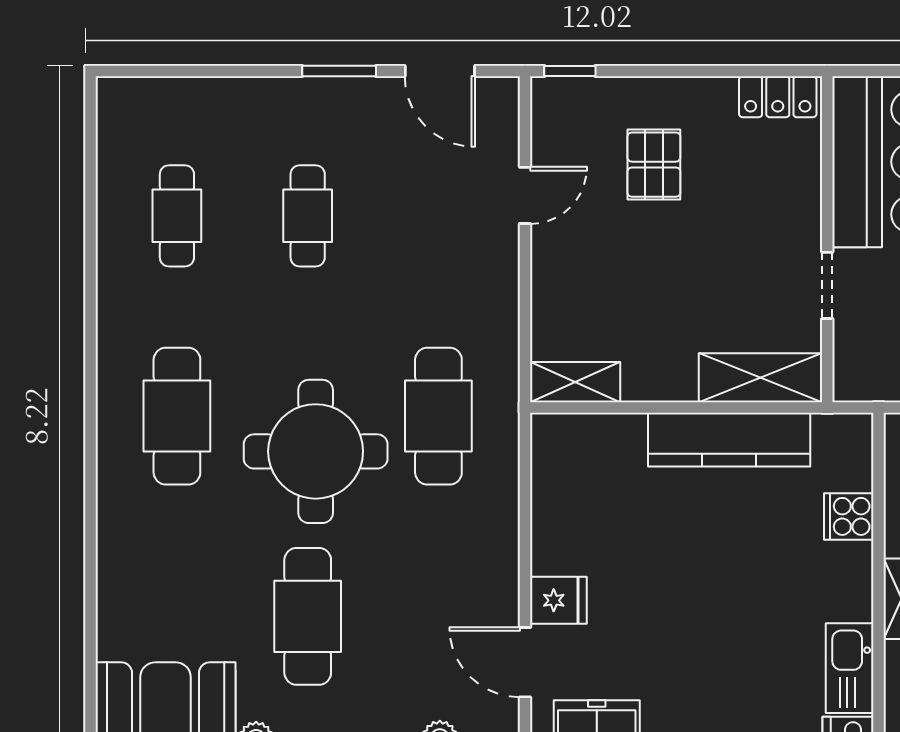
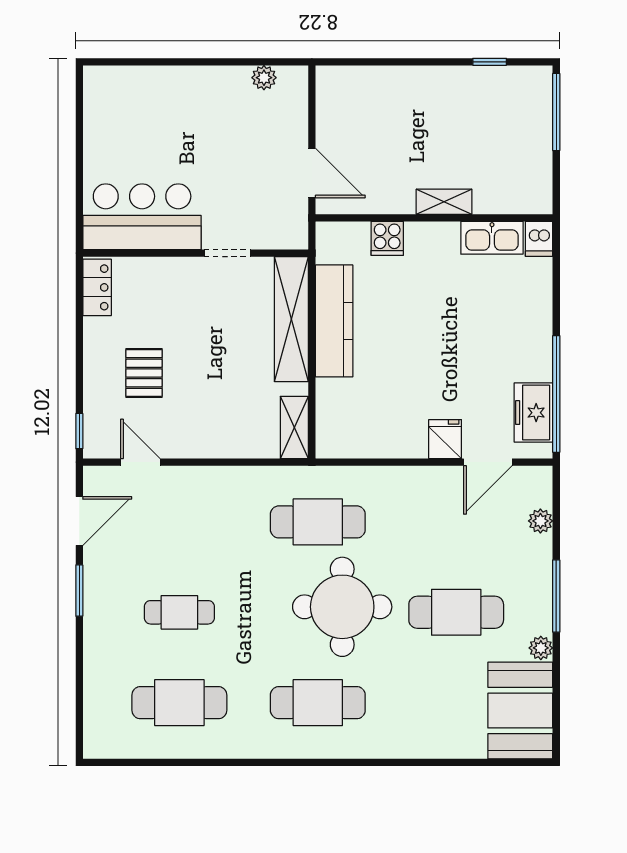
pallet: (654, 165) -> (144, 373), turned 90
door: (525, 195) -> (140, 462), moved
cafe table: (177, 216) -> (179, 703), width x1.37, depth x1.35
shelving: (761, 378) -> (291, 319), width x1.47

